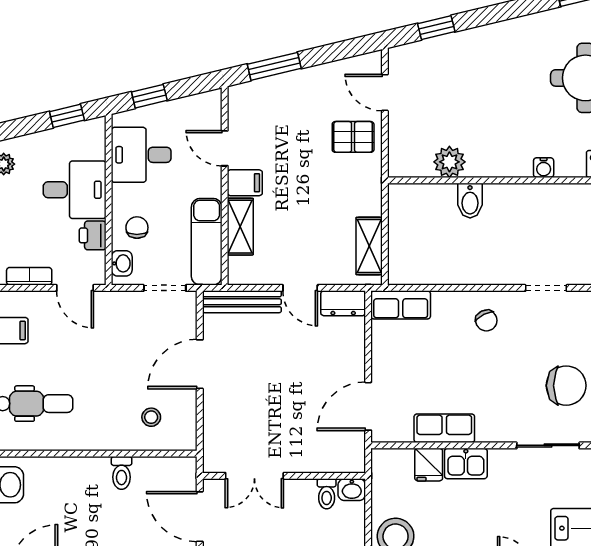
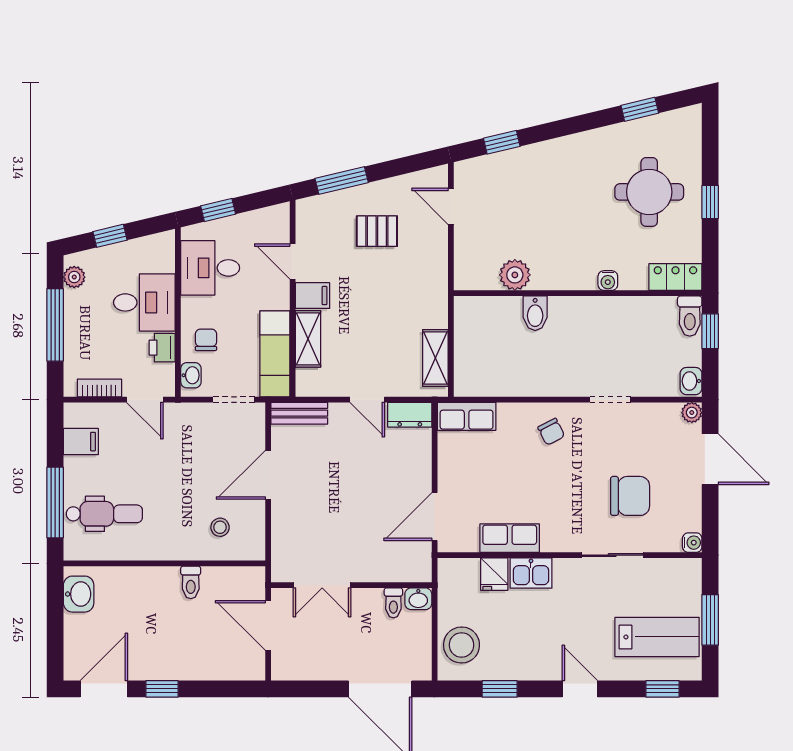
window: (67, 116) -> (110, 236), moved
pallet: (353, 137) -> (377, 231), moved
bench: (242, 302) -> (299, 413), width x0.73

